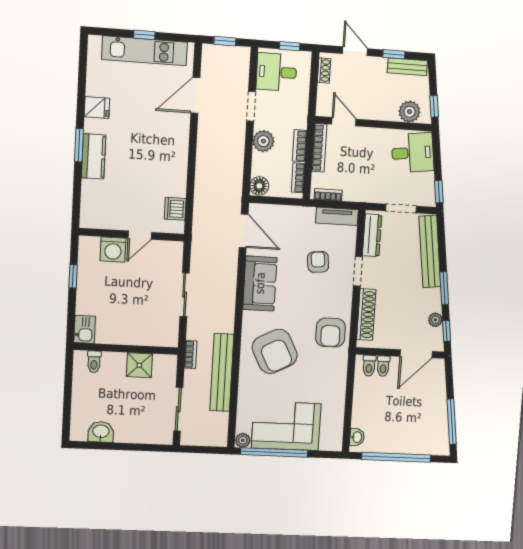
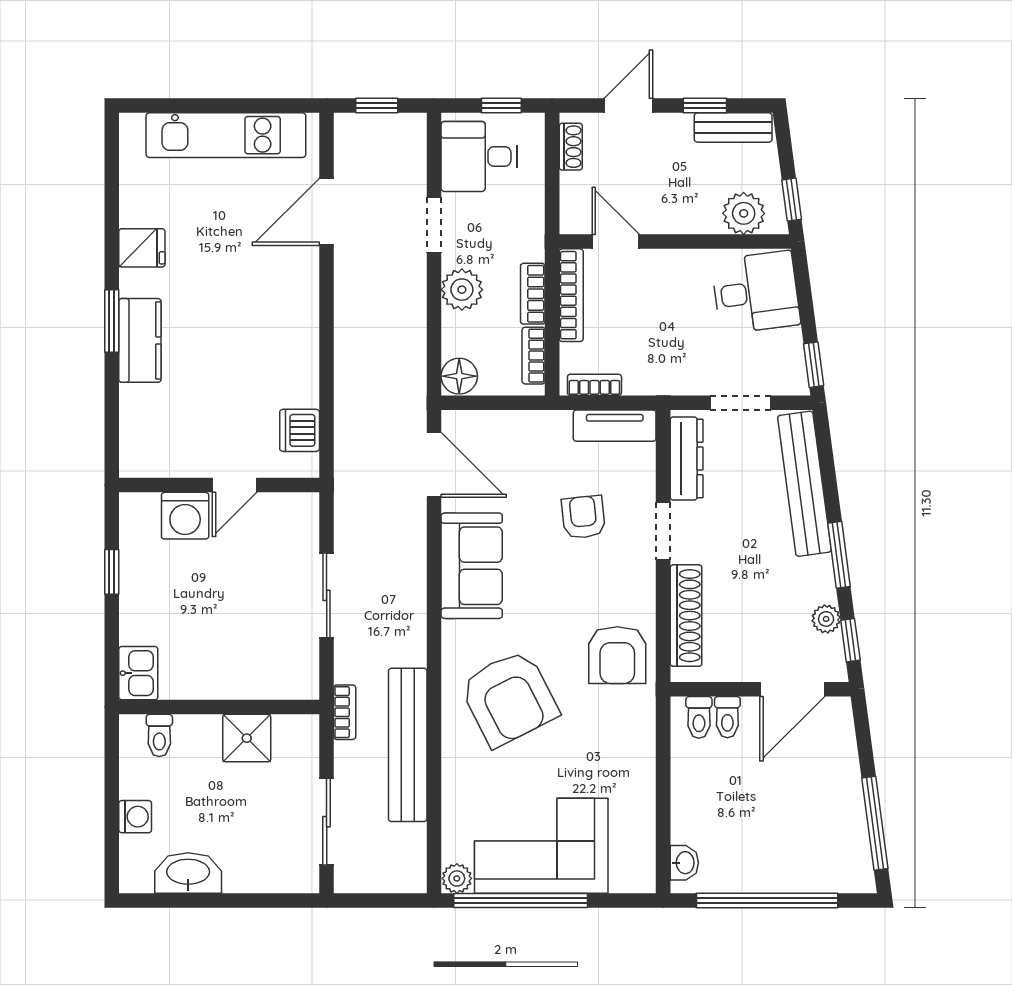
window: (144, 35) -> (224, 106), removed
door: (355, 51) -> (628, 106), hinge flipped
washing machine: (79, 402) -> (135, 817), added
washbasin: (101, 432) -> (188, 873), width x1.38

